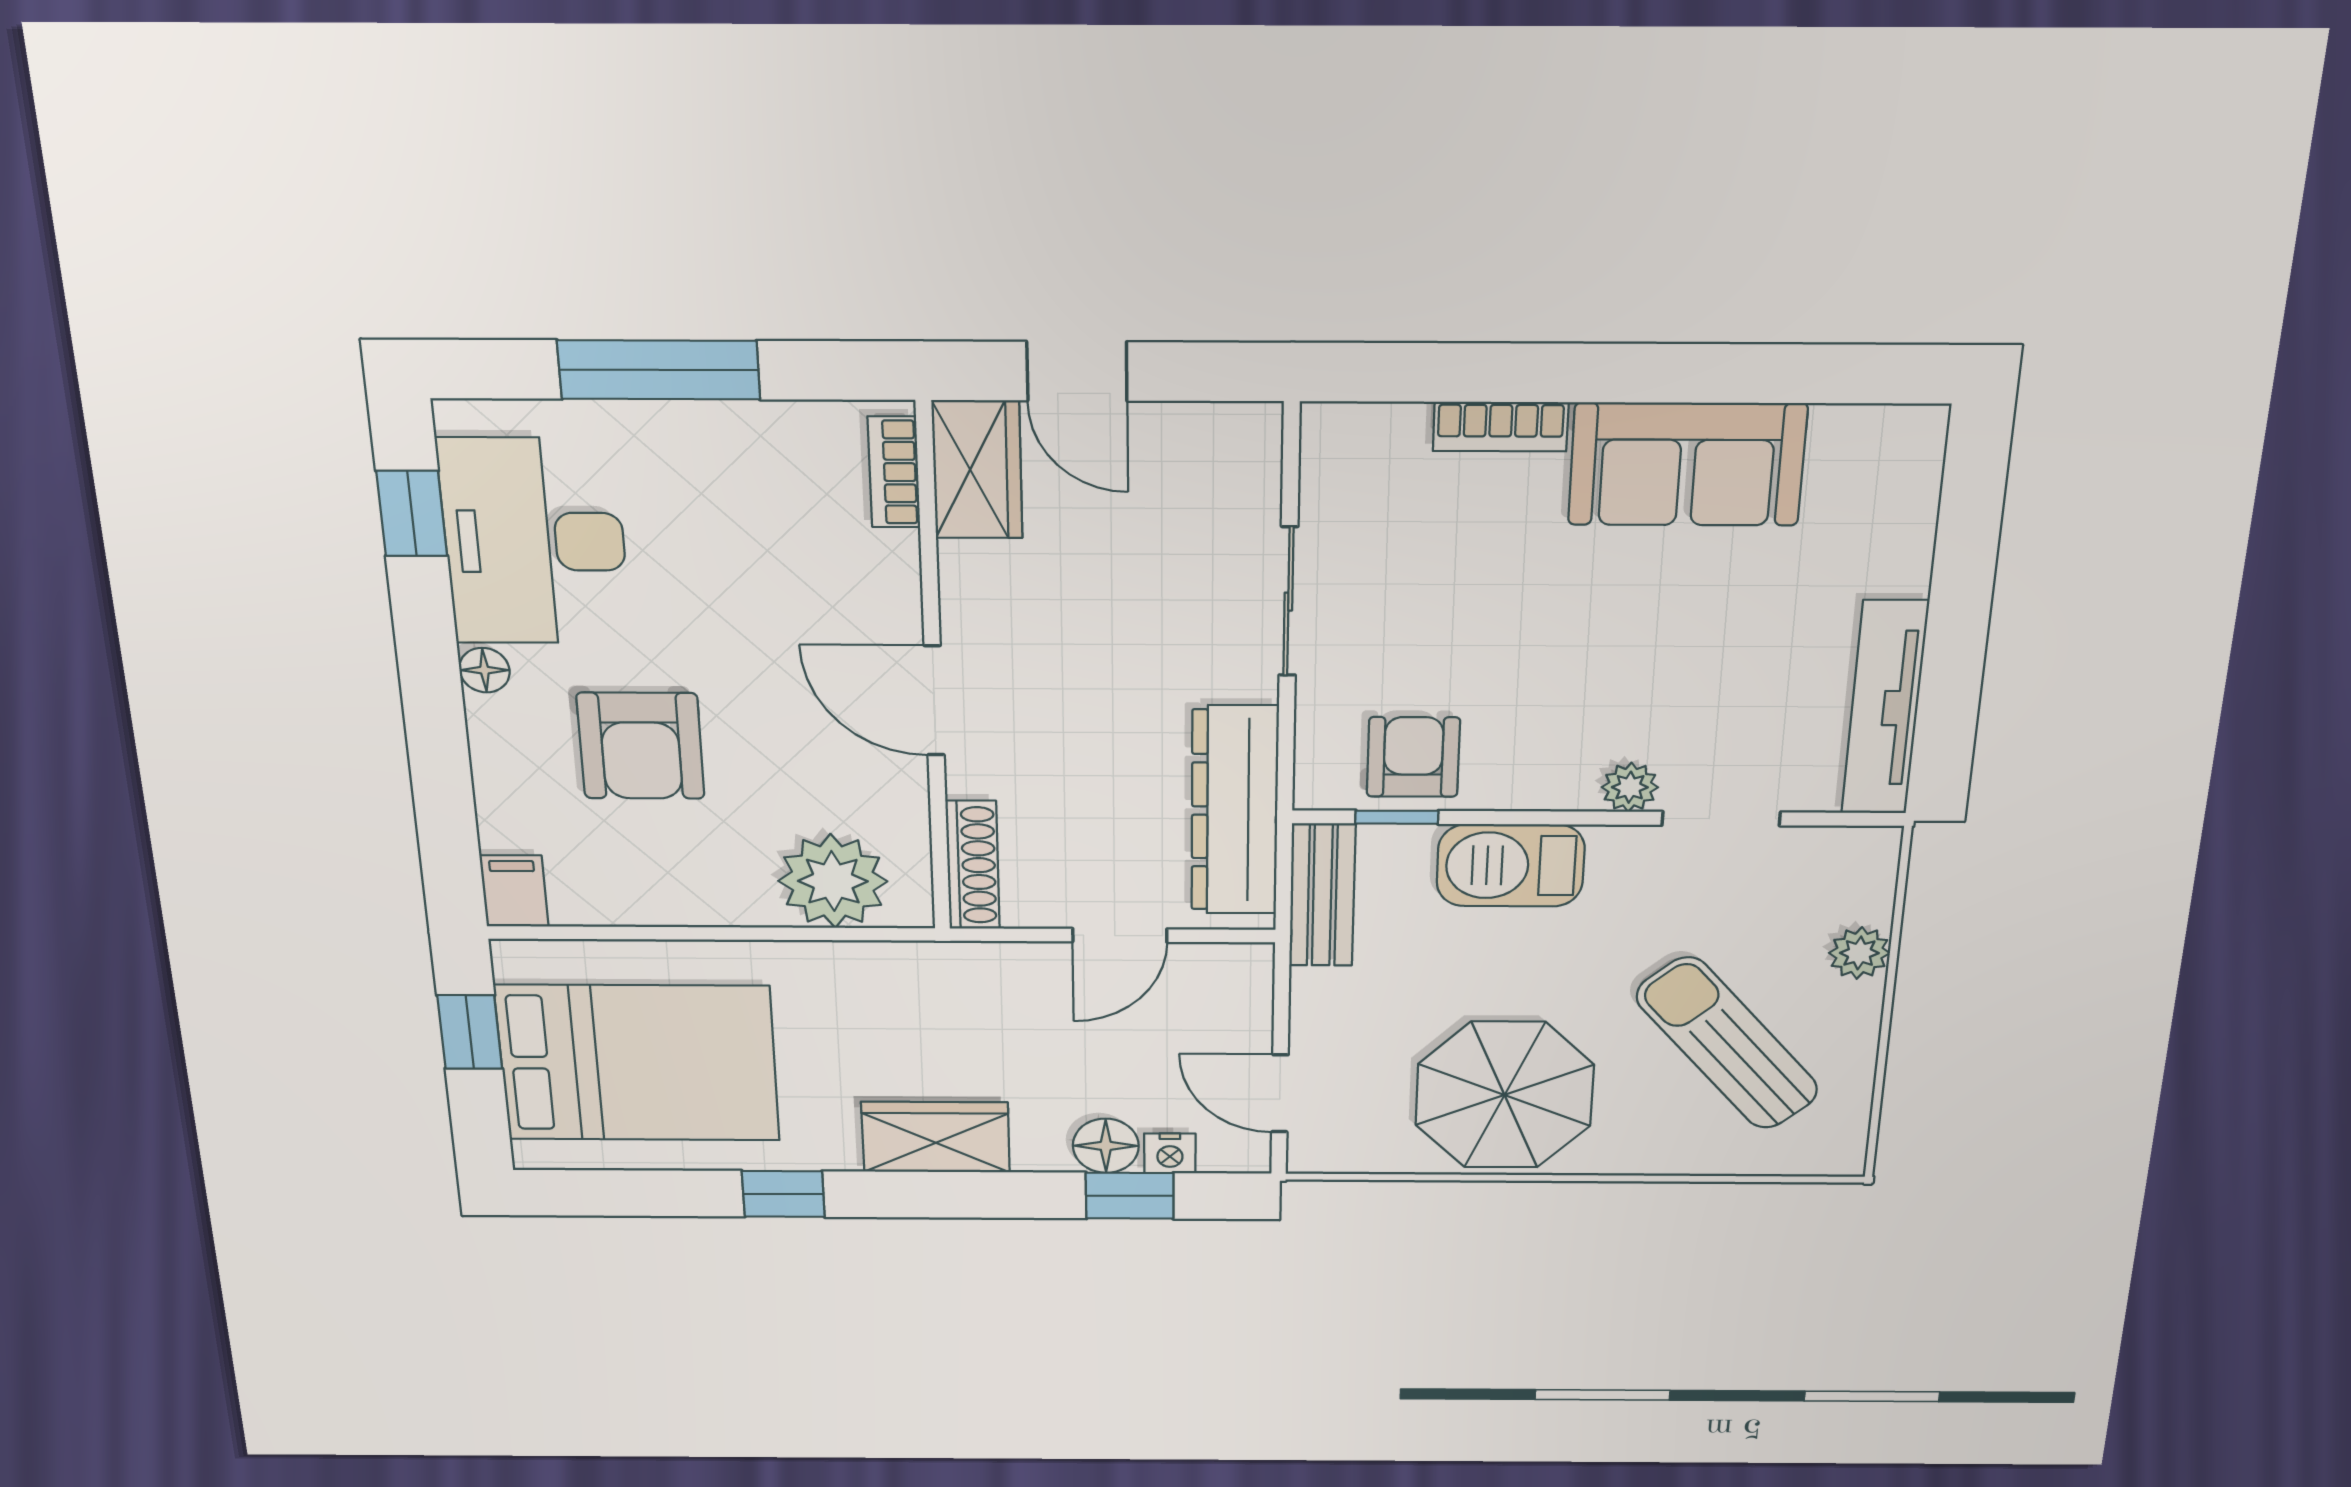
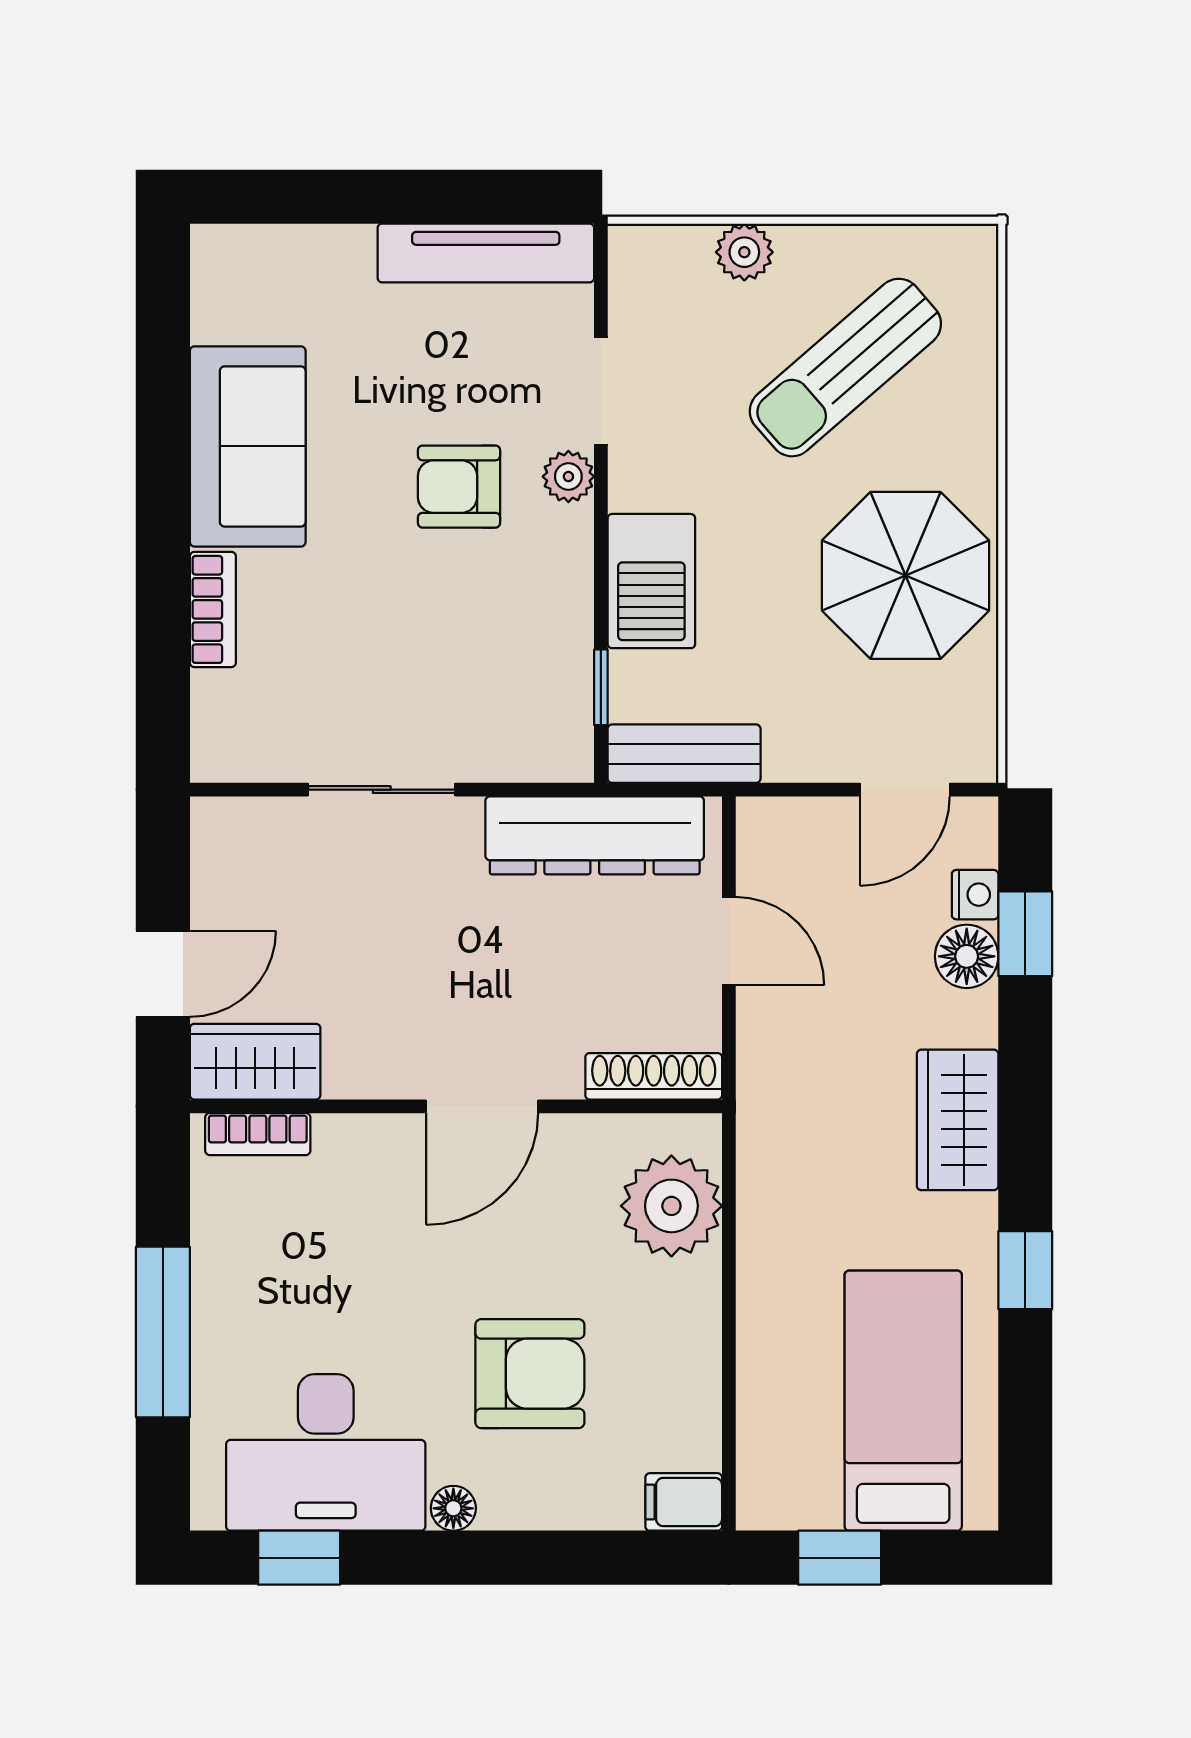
armchair: (1413, 757) -> (459, 487), moved
bed: (638, 1063) -> (903, 1401), width x0.67

